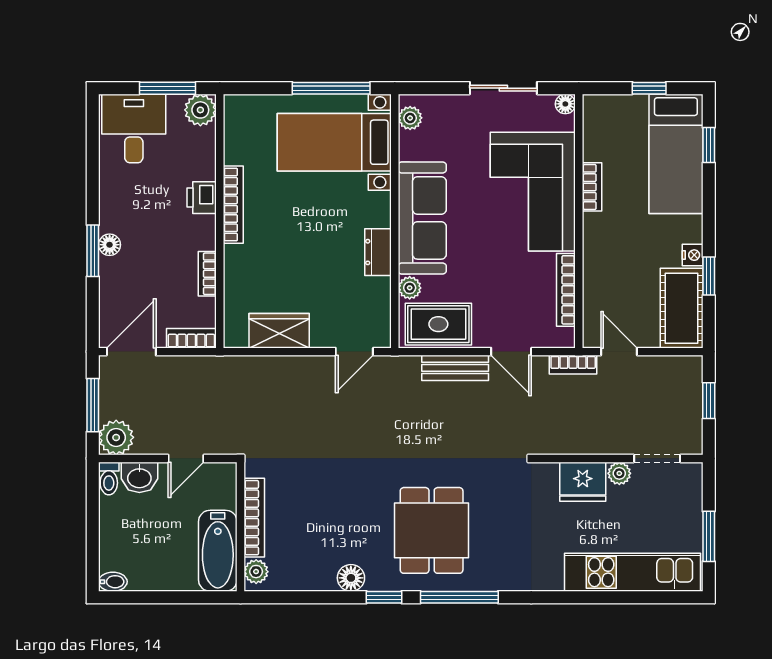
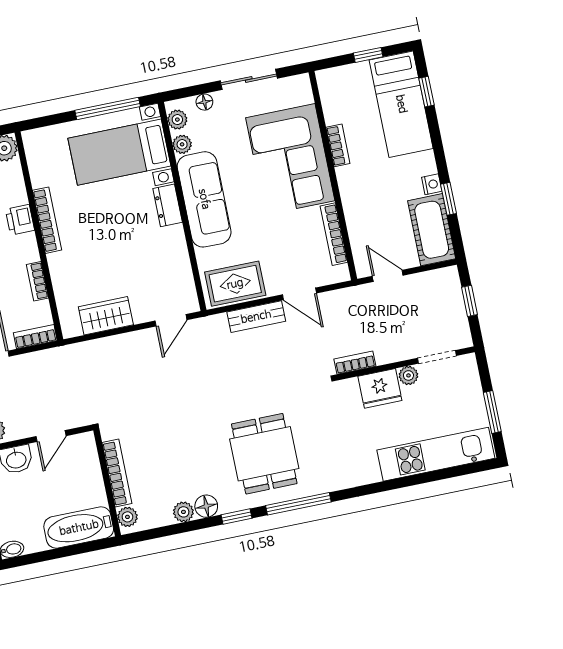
floor lamp: (565, 104) -> (204, 102), moved
dresser: (378, 252) -> (168, 205), moved
plant: (410, 288) -> (182, 144), moved
bookcase: (573, 365) -> (355, 363), moved, turned 180
bathtub: (218, 551) -> (79, 528), moved, turned 90
plant: (323, 579) -> (183, 512), added

